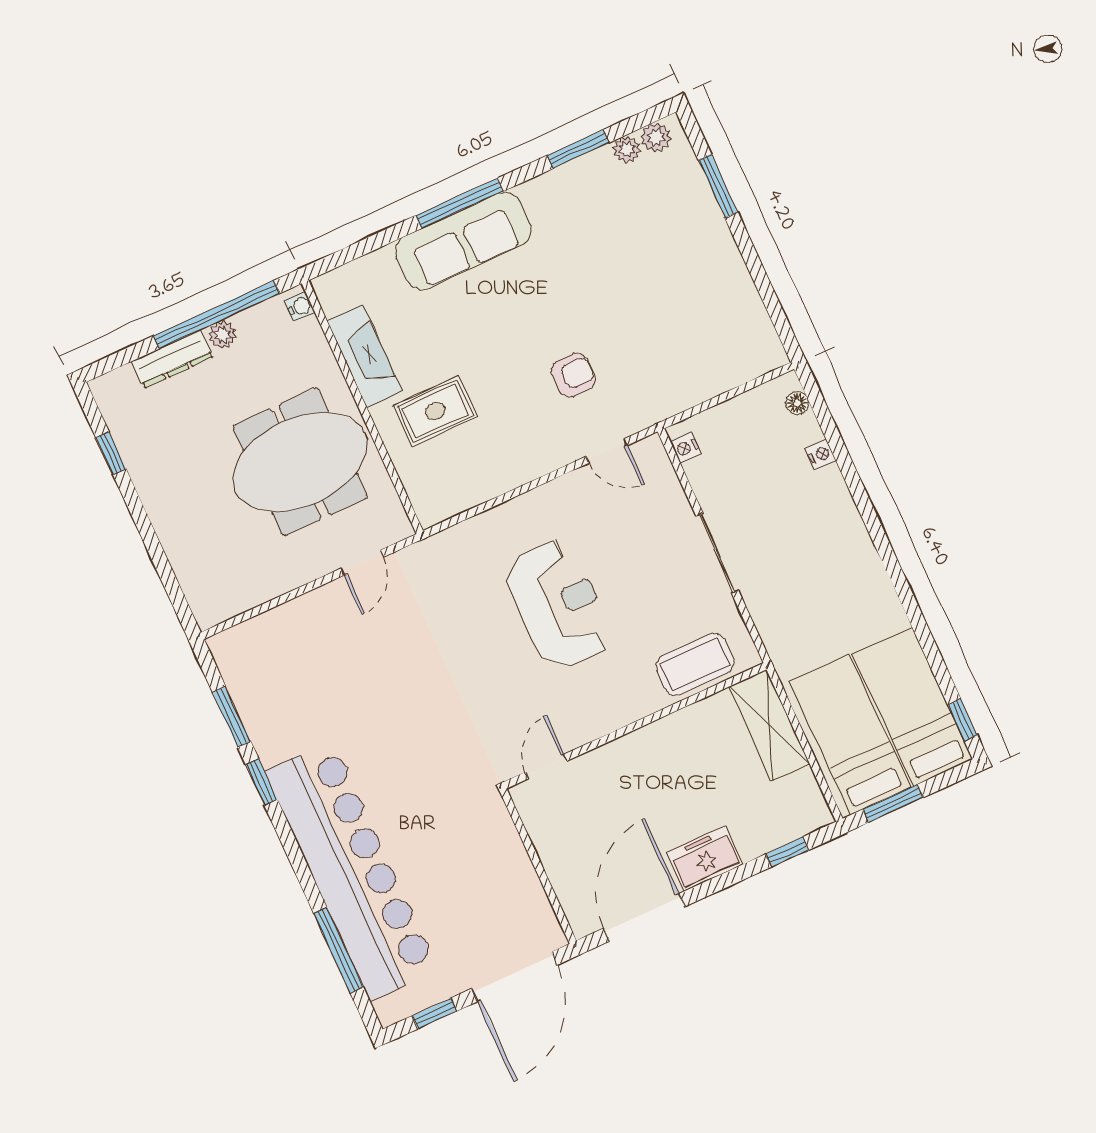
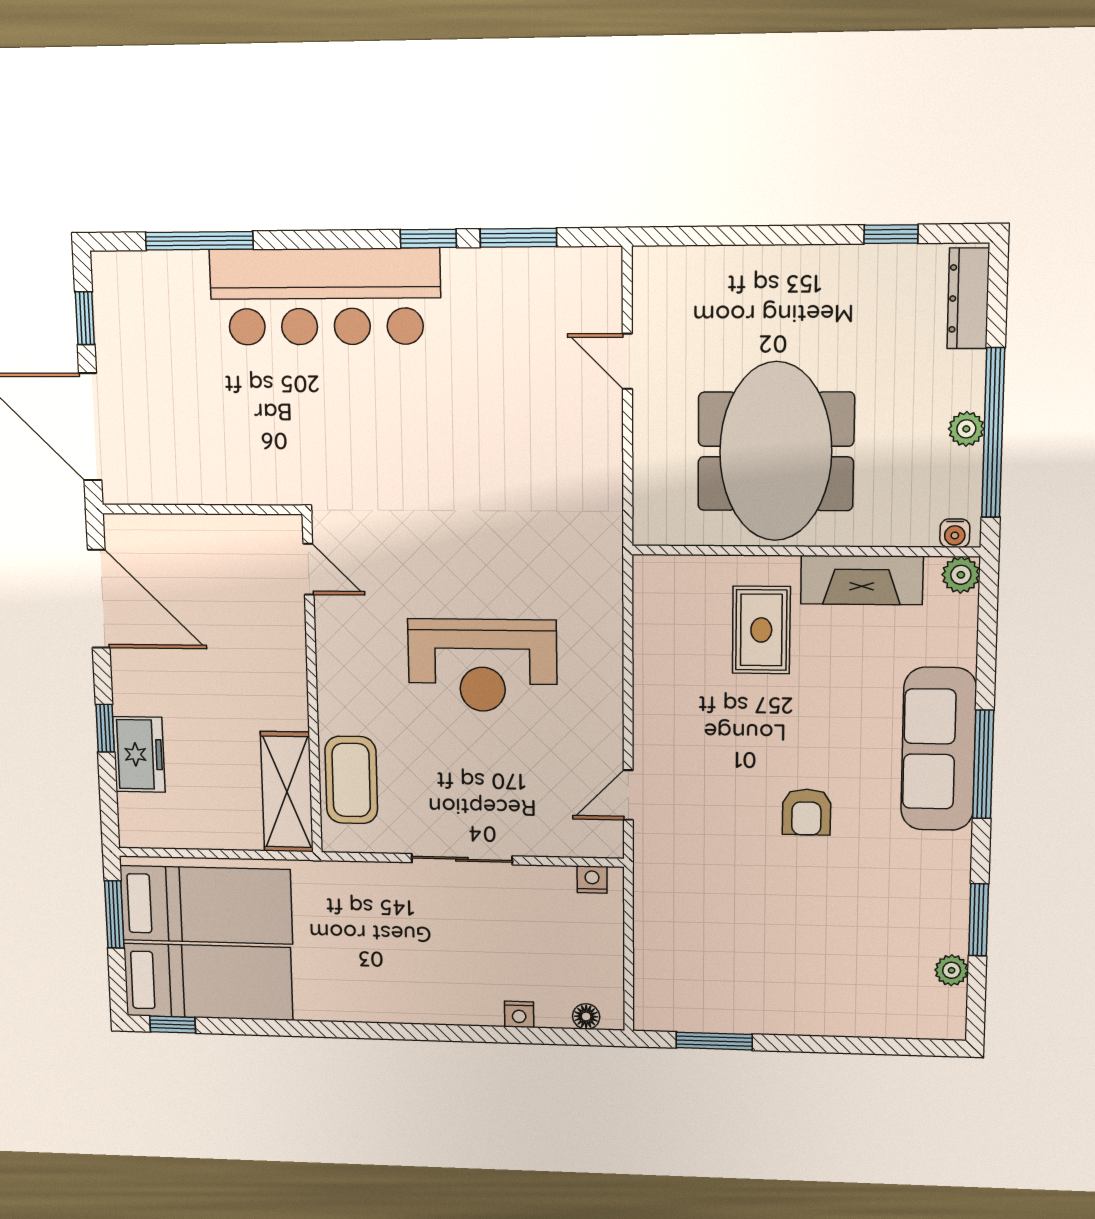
plant: (656, 137) -> (961, 575), moved
window: (718, 186) -> (714, 1041), moved
dresser: (173, 359) -> (968, 298), moved
armchair: (573, 375) -> (806, 812), moved
door: (362, 563) -> (627, 361), moved
shelving: (769, 725) -> (287, 792), moved, turned 90
window: (787, 852) -> (105, 728), moved
freezer: (705, 859) -> (139, 754), moved
bar counter: (351, 871) -> (325, 297), width x0.73

